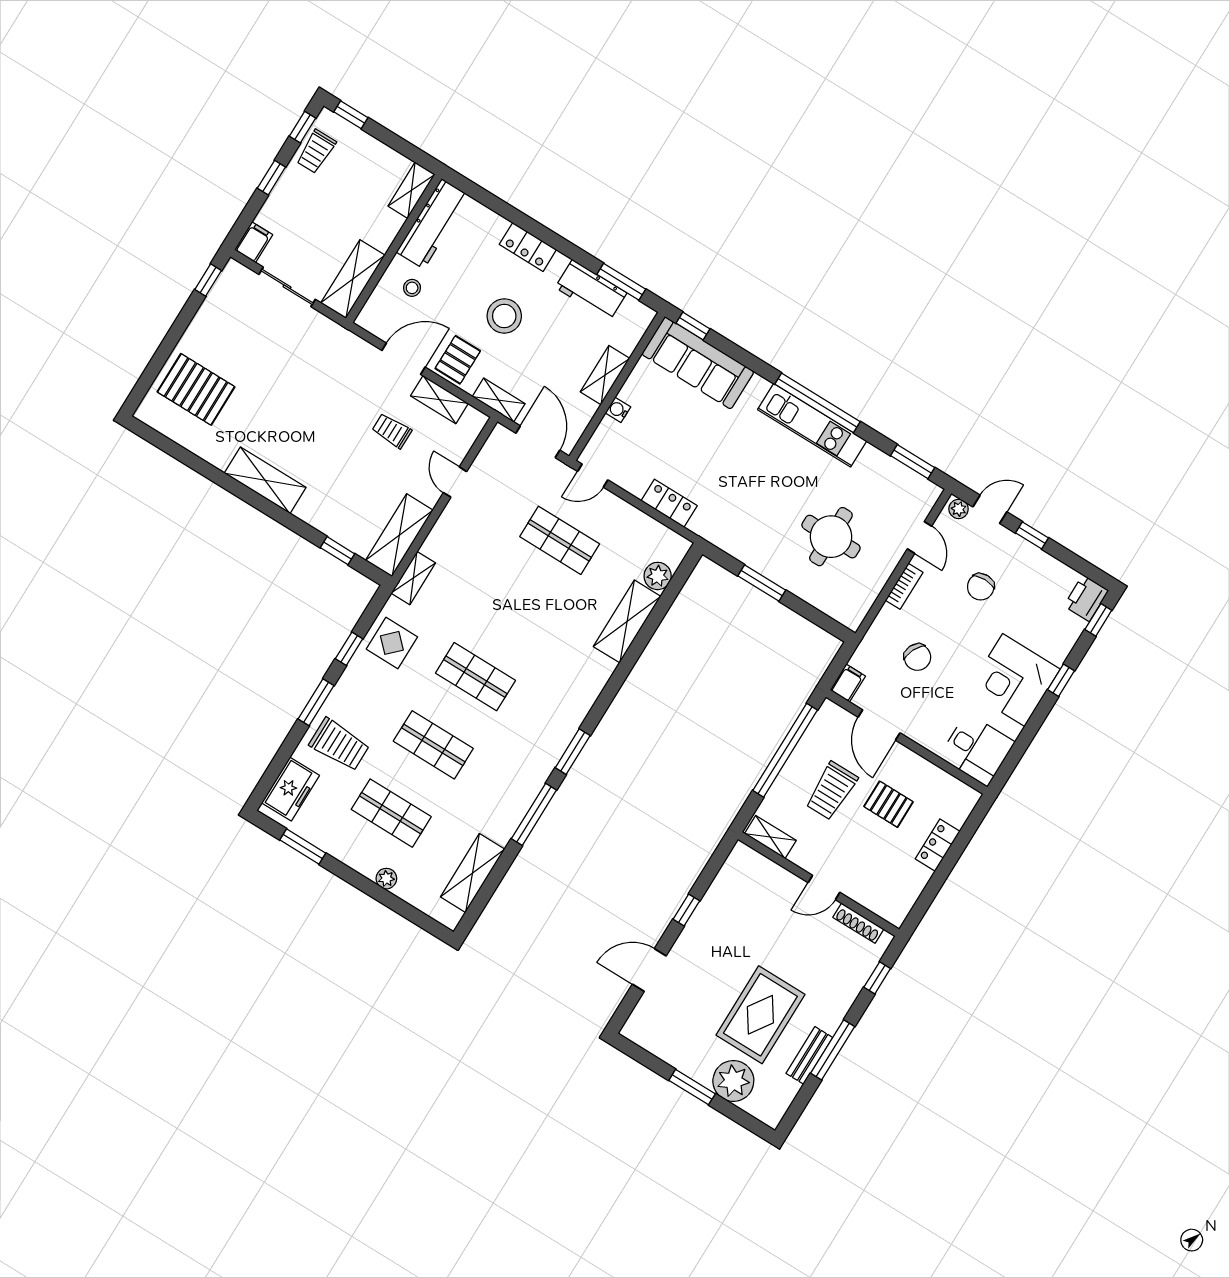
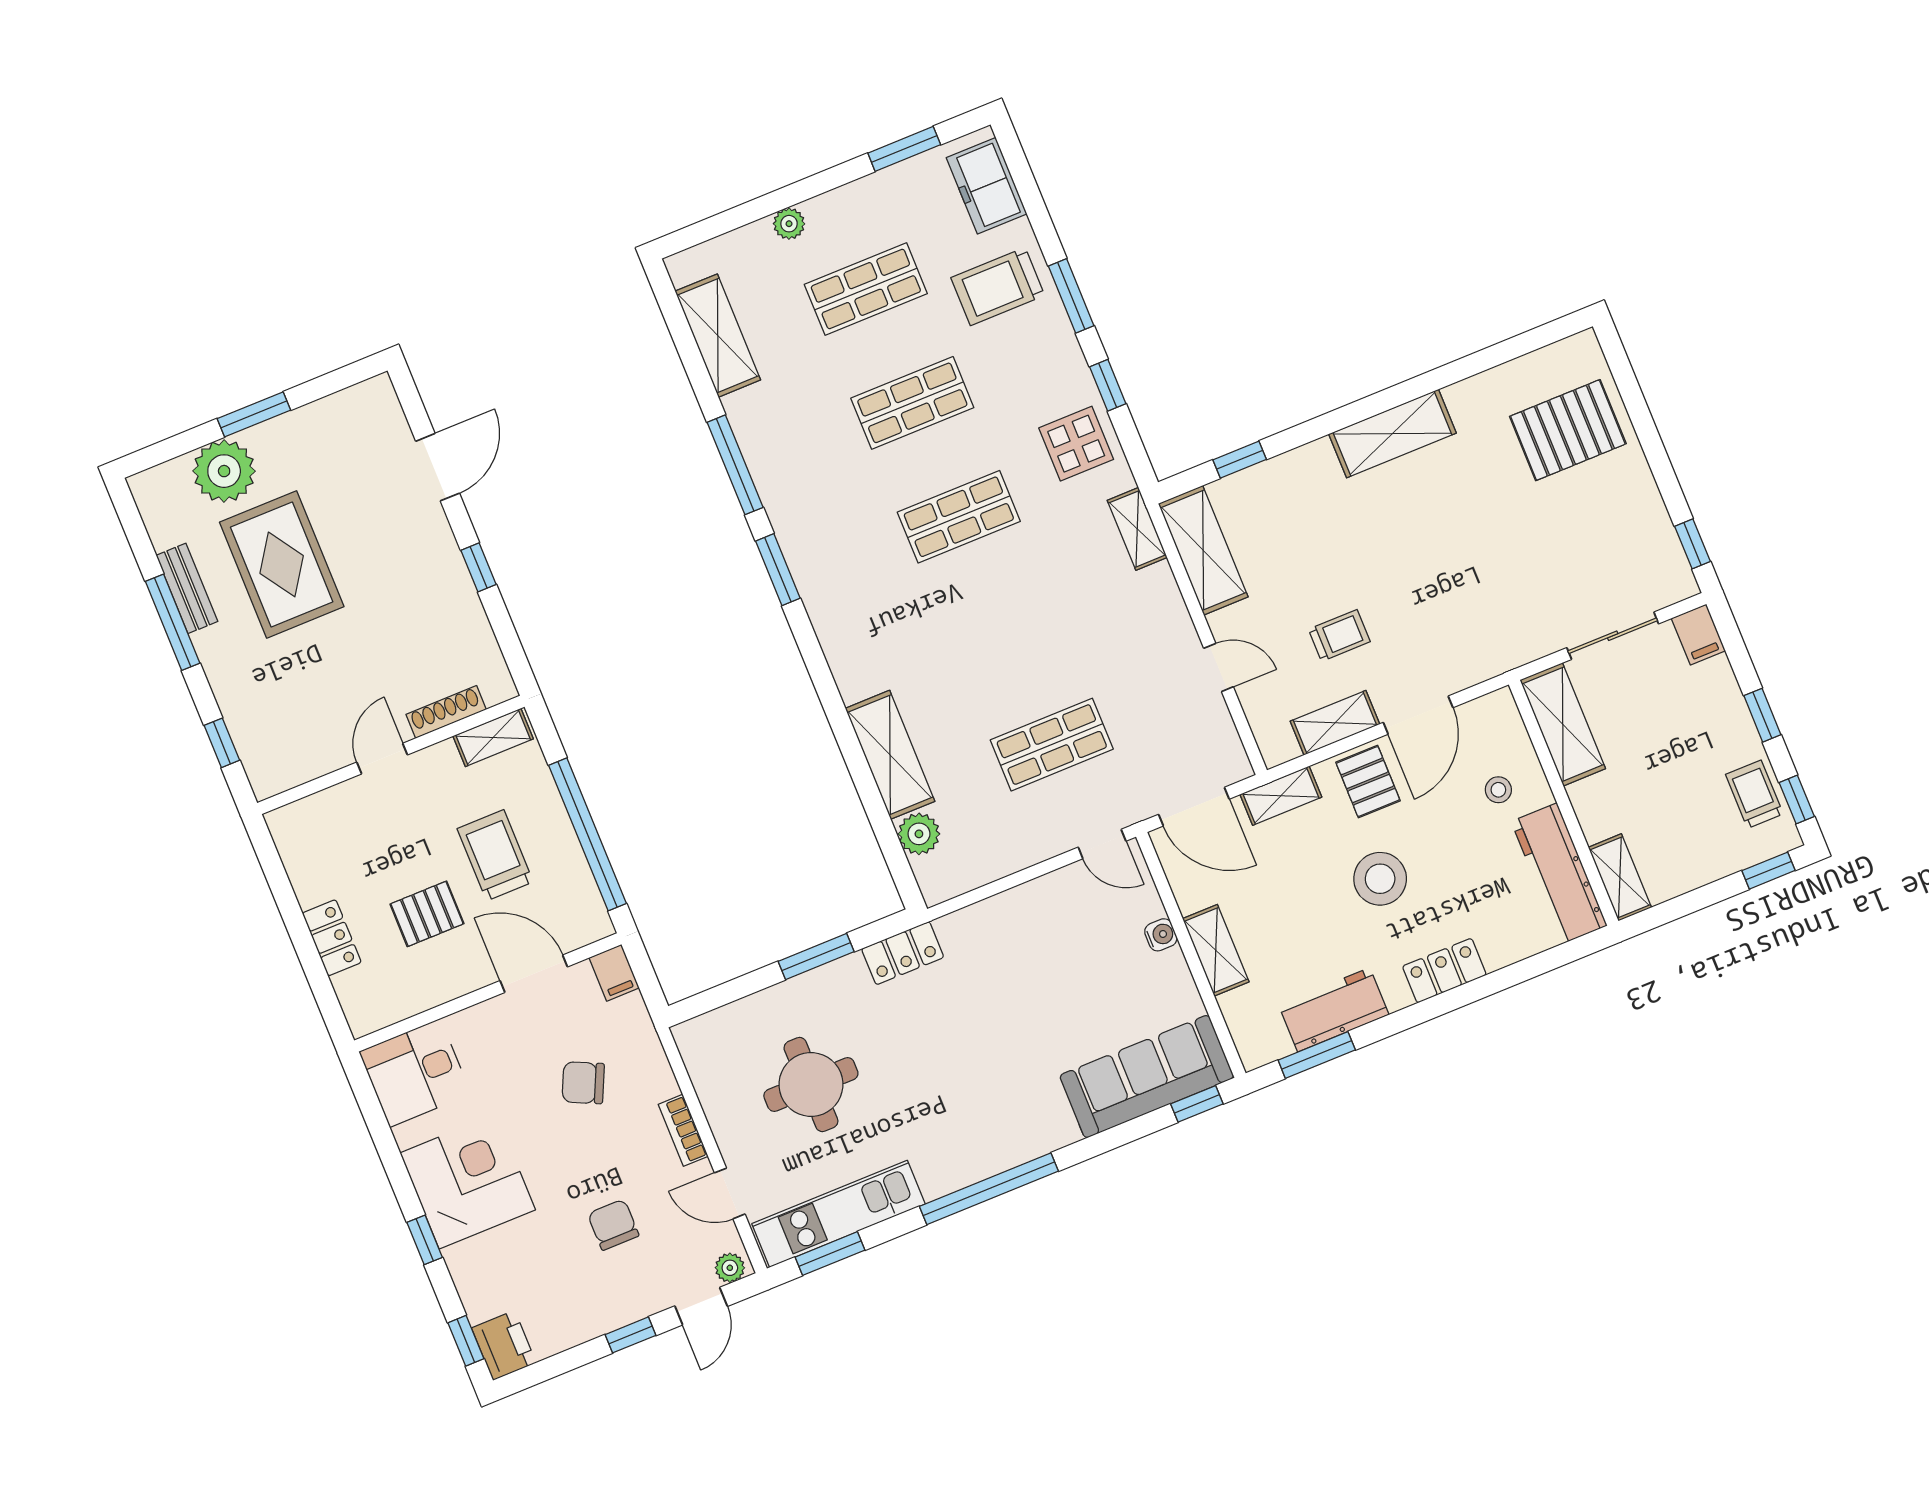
kitchen unit: (812, 425) -> (838, 1214), moved
door: (593, 476) -> (1102, 844), swing flipped
locker: (669, 503) -> (903, 953), moved
shoe rack: (858, 923) -> (446, 712), moved

